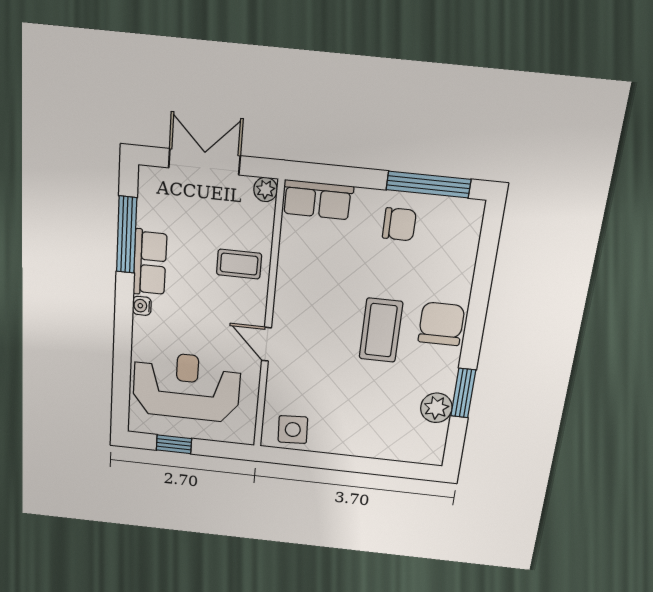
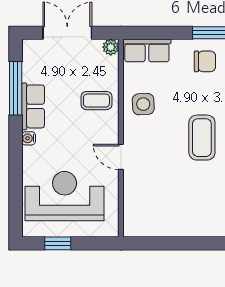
side table: (293, 430) -> (143, 104), moved

